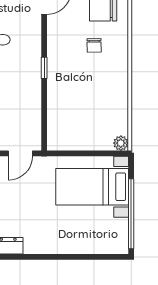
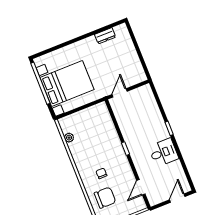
plant: (121, 143) -> (69, 138), moved
bed with nightstands: (92, 187) -> (67, 84), width x1.36

